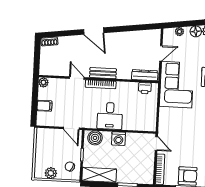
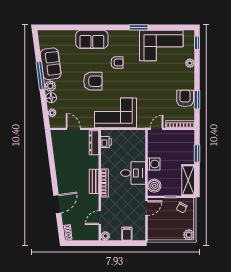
door: (94, 31) -> (57, 204), moved
door: (77, 78) -> (100, 218), moved
corner sofa: (177, 85) -> (115, 113), moved
plant: (51, 173) -> (189, 235), moved

